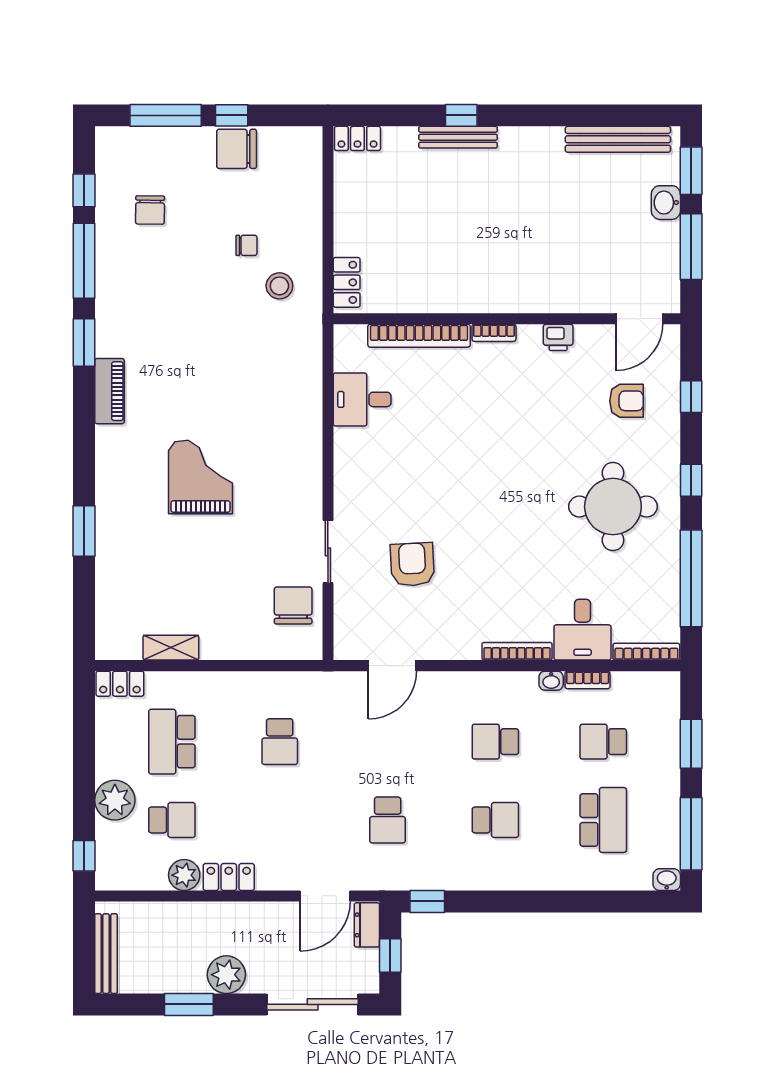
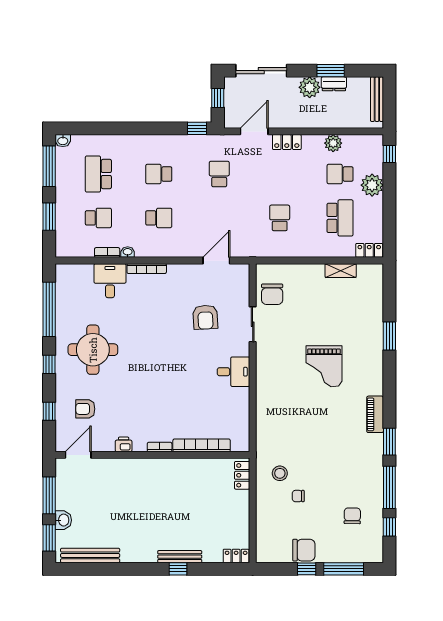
desk: (362, 399) -> (233, 372), moved
bookcase: (646, 652) -> (74, 268), removed
locker: (229, 877) -> (287, 142), moved
dresser: (367, 925) -> (334, 84), moved, turned 90

